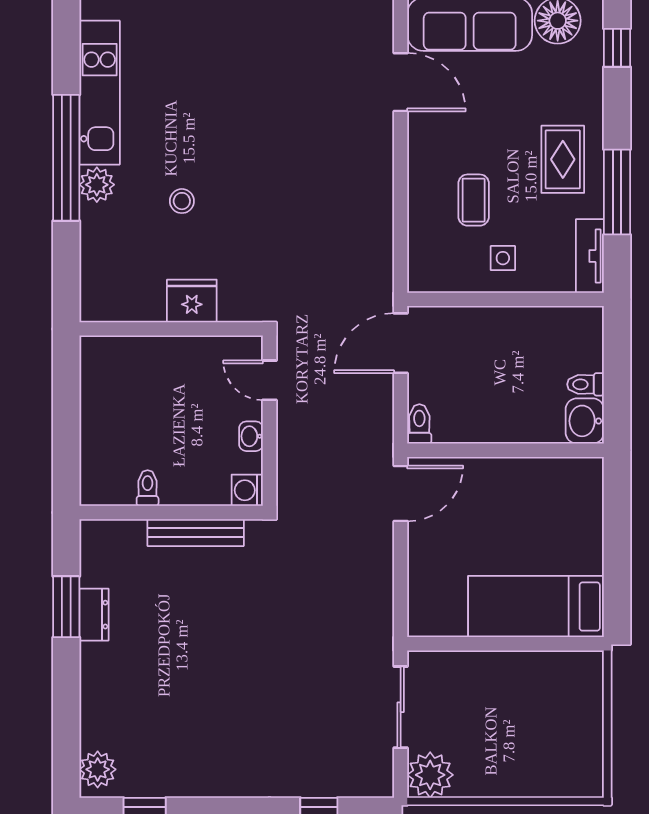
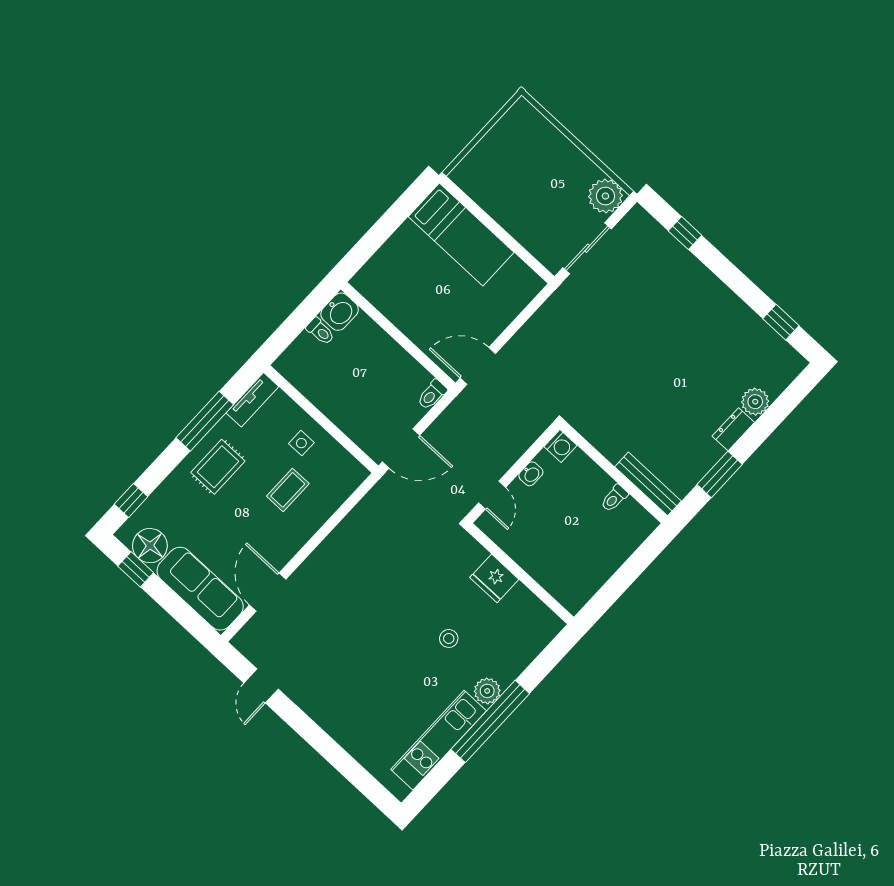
bench: (196, 533) -> (648, 484), moved
dresser: (94, 615) -> (733, 429), moved
plant: (98, 769) -> (755, 402), moved

